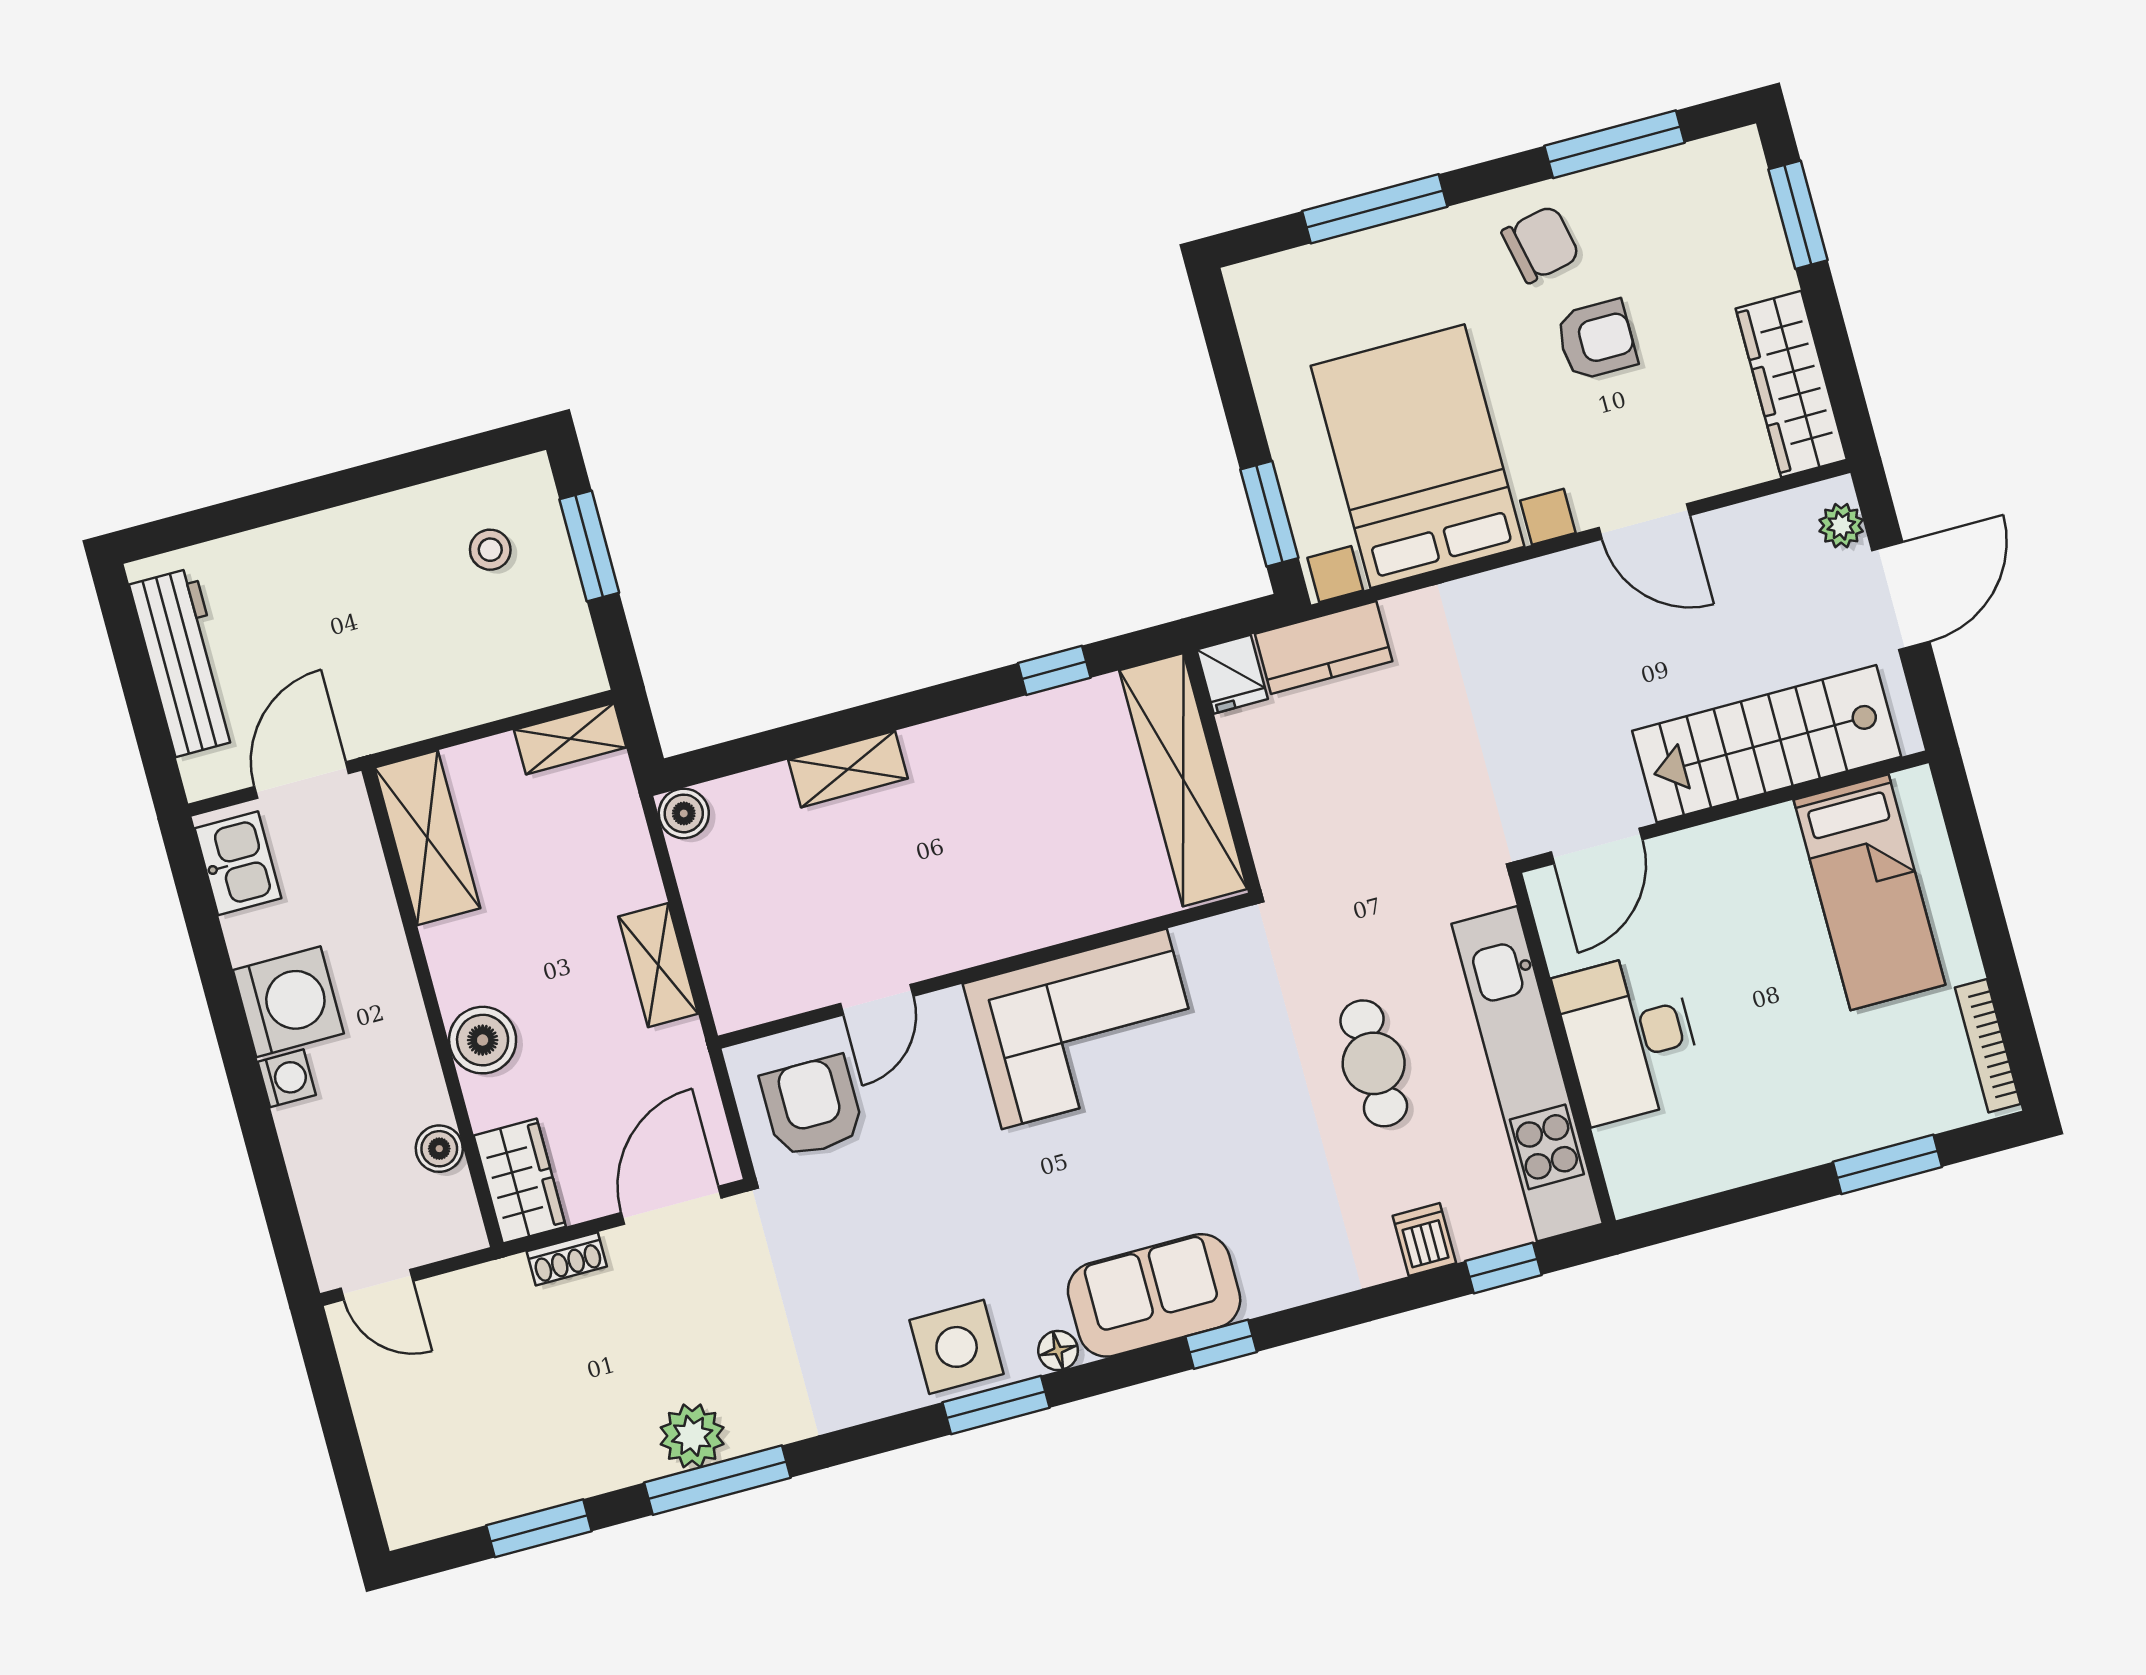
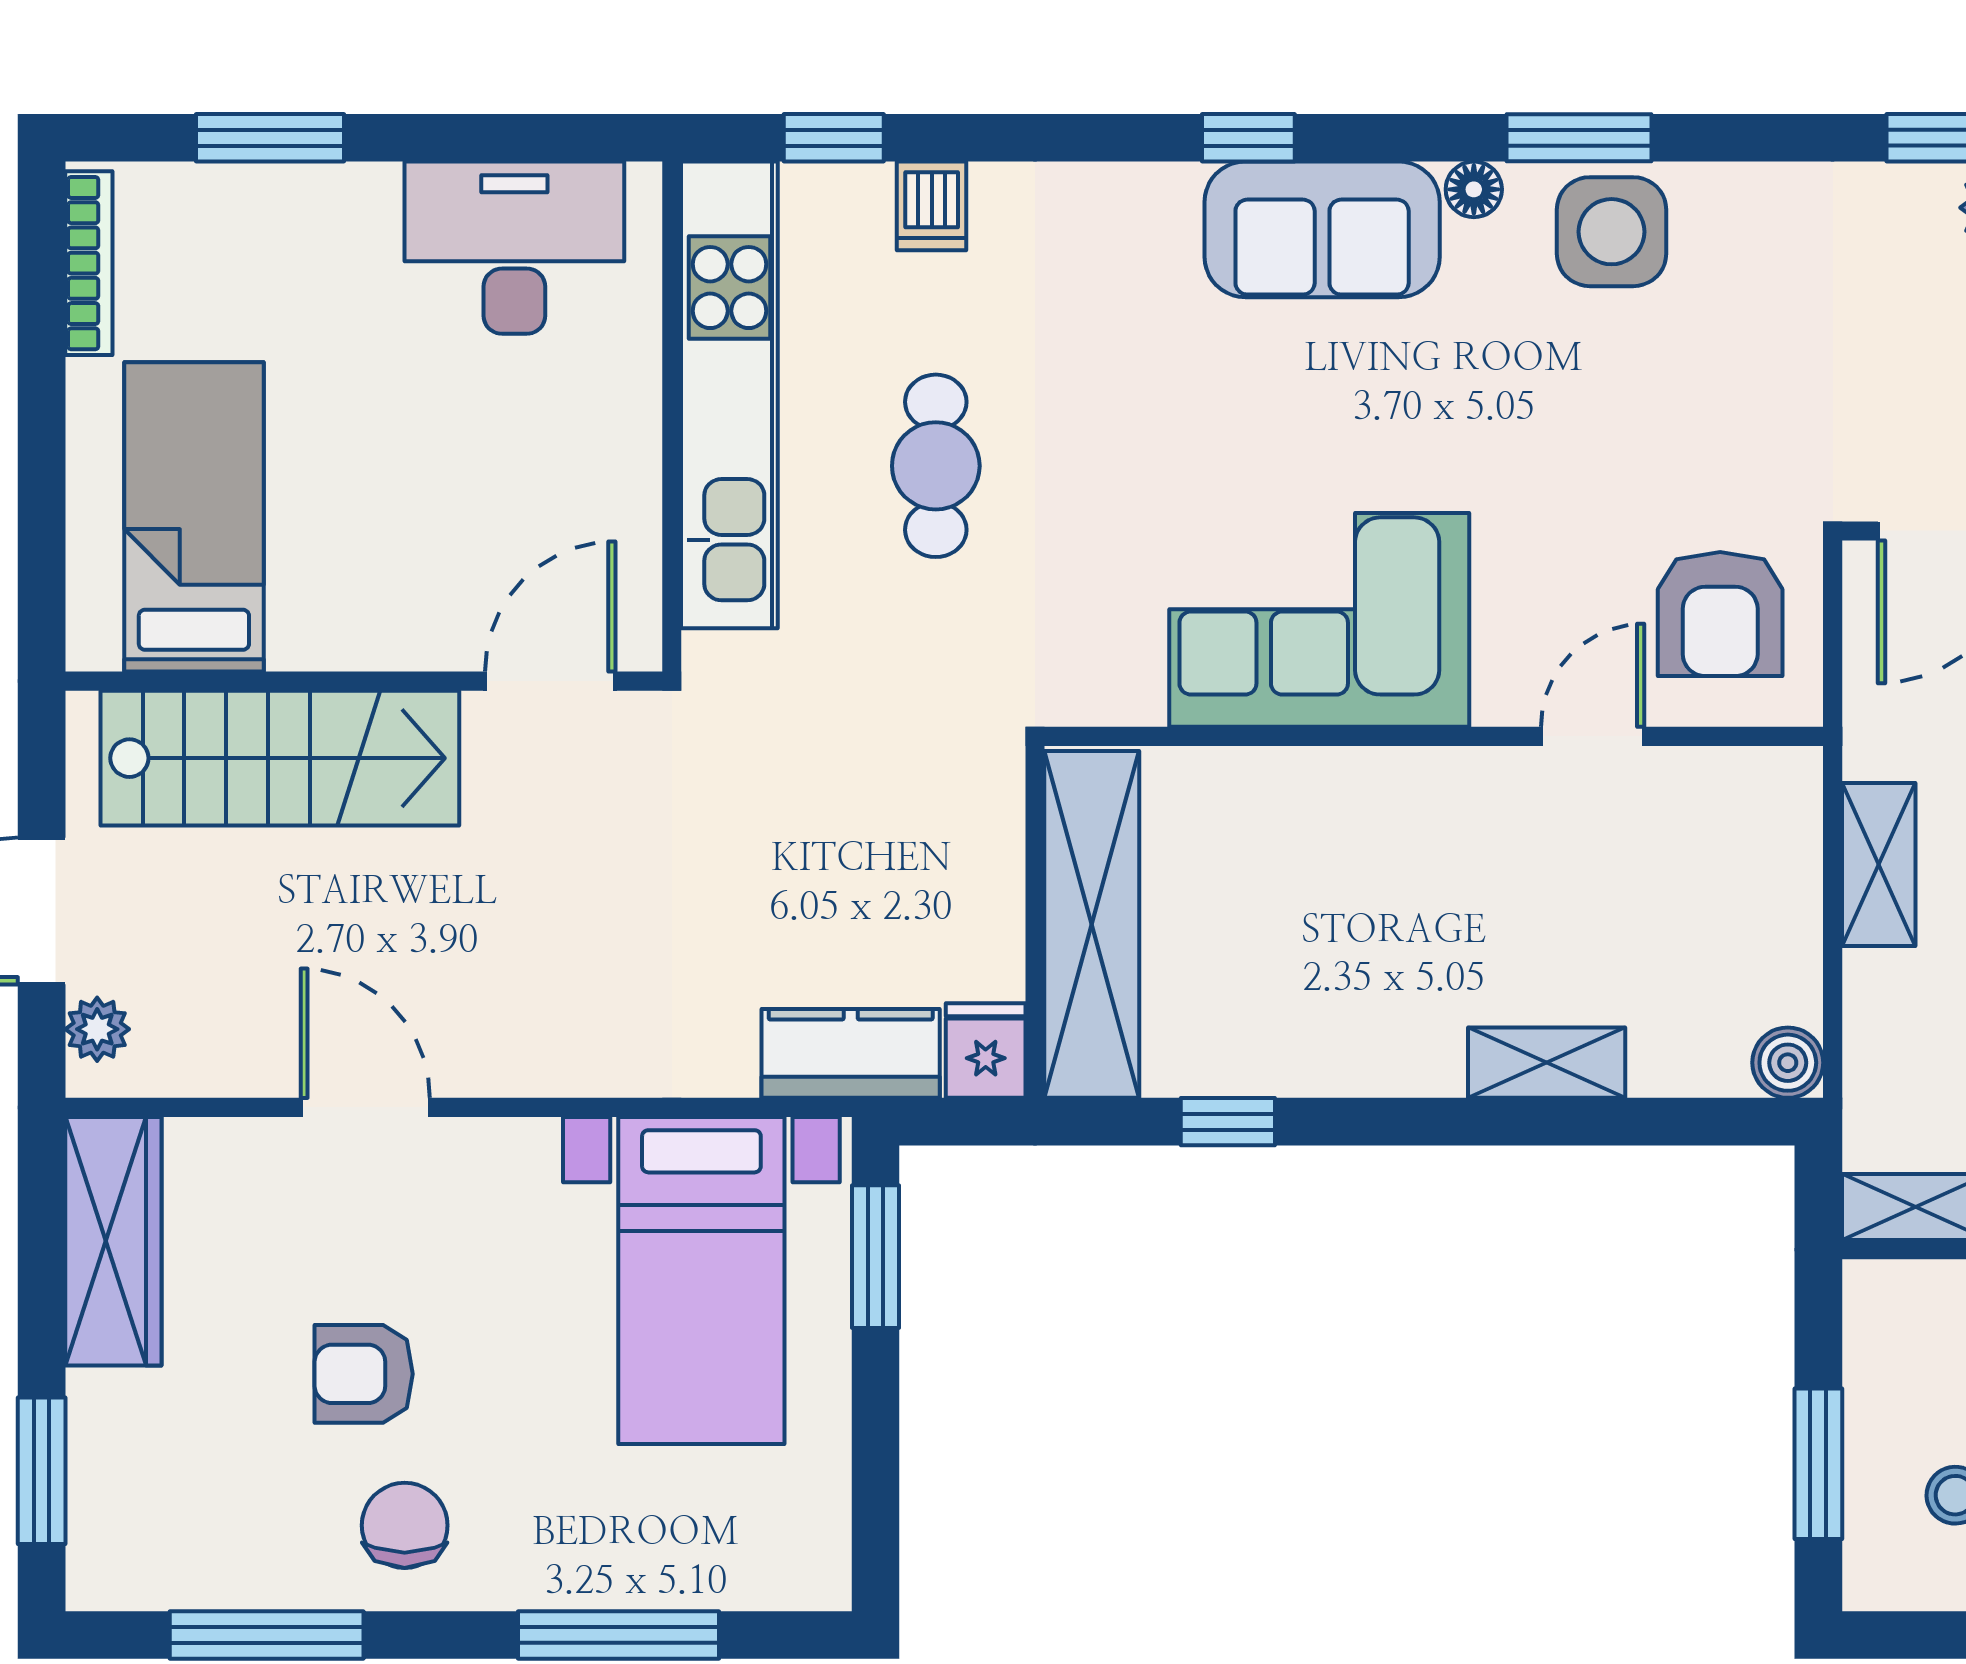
chair: (1541, 244) -> (405, 1525), turned 102
bed with nightstands: (1418, 456) -> (701, 1281), width x0.73
desk: (1629, 1037) -> (514, 248), moved, turned -90

